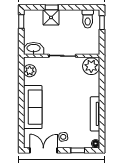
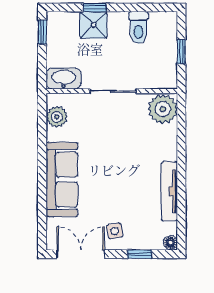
toilet: (88, 19) -> (139, 28), moved
window: (102, 23) -> (181, 52), moved

